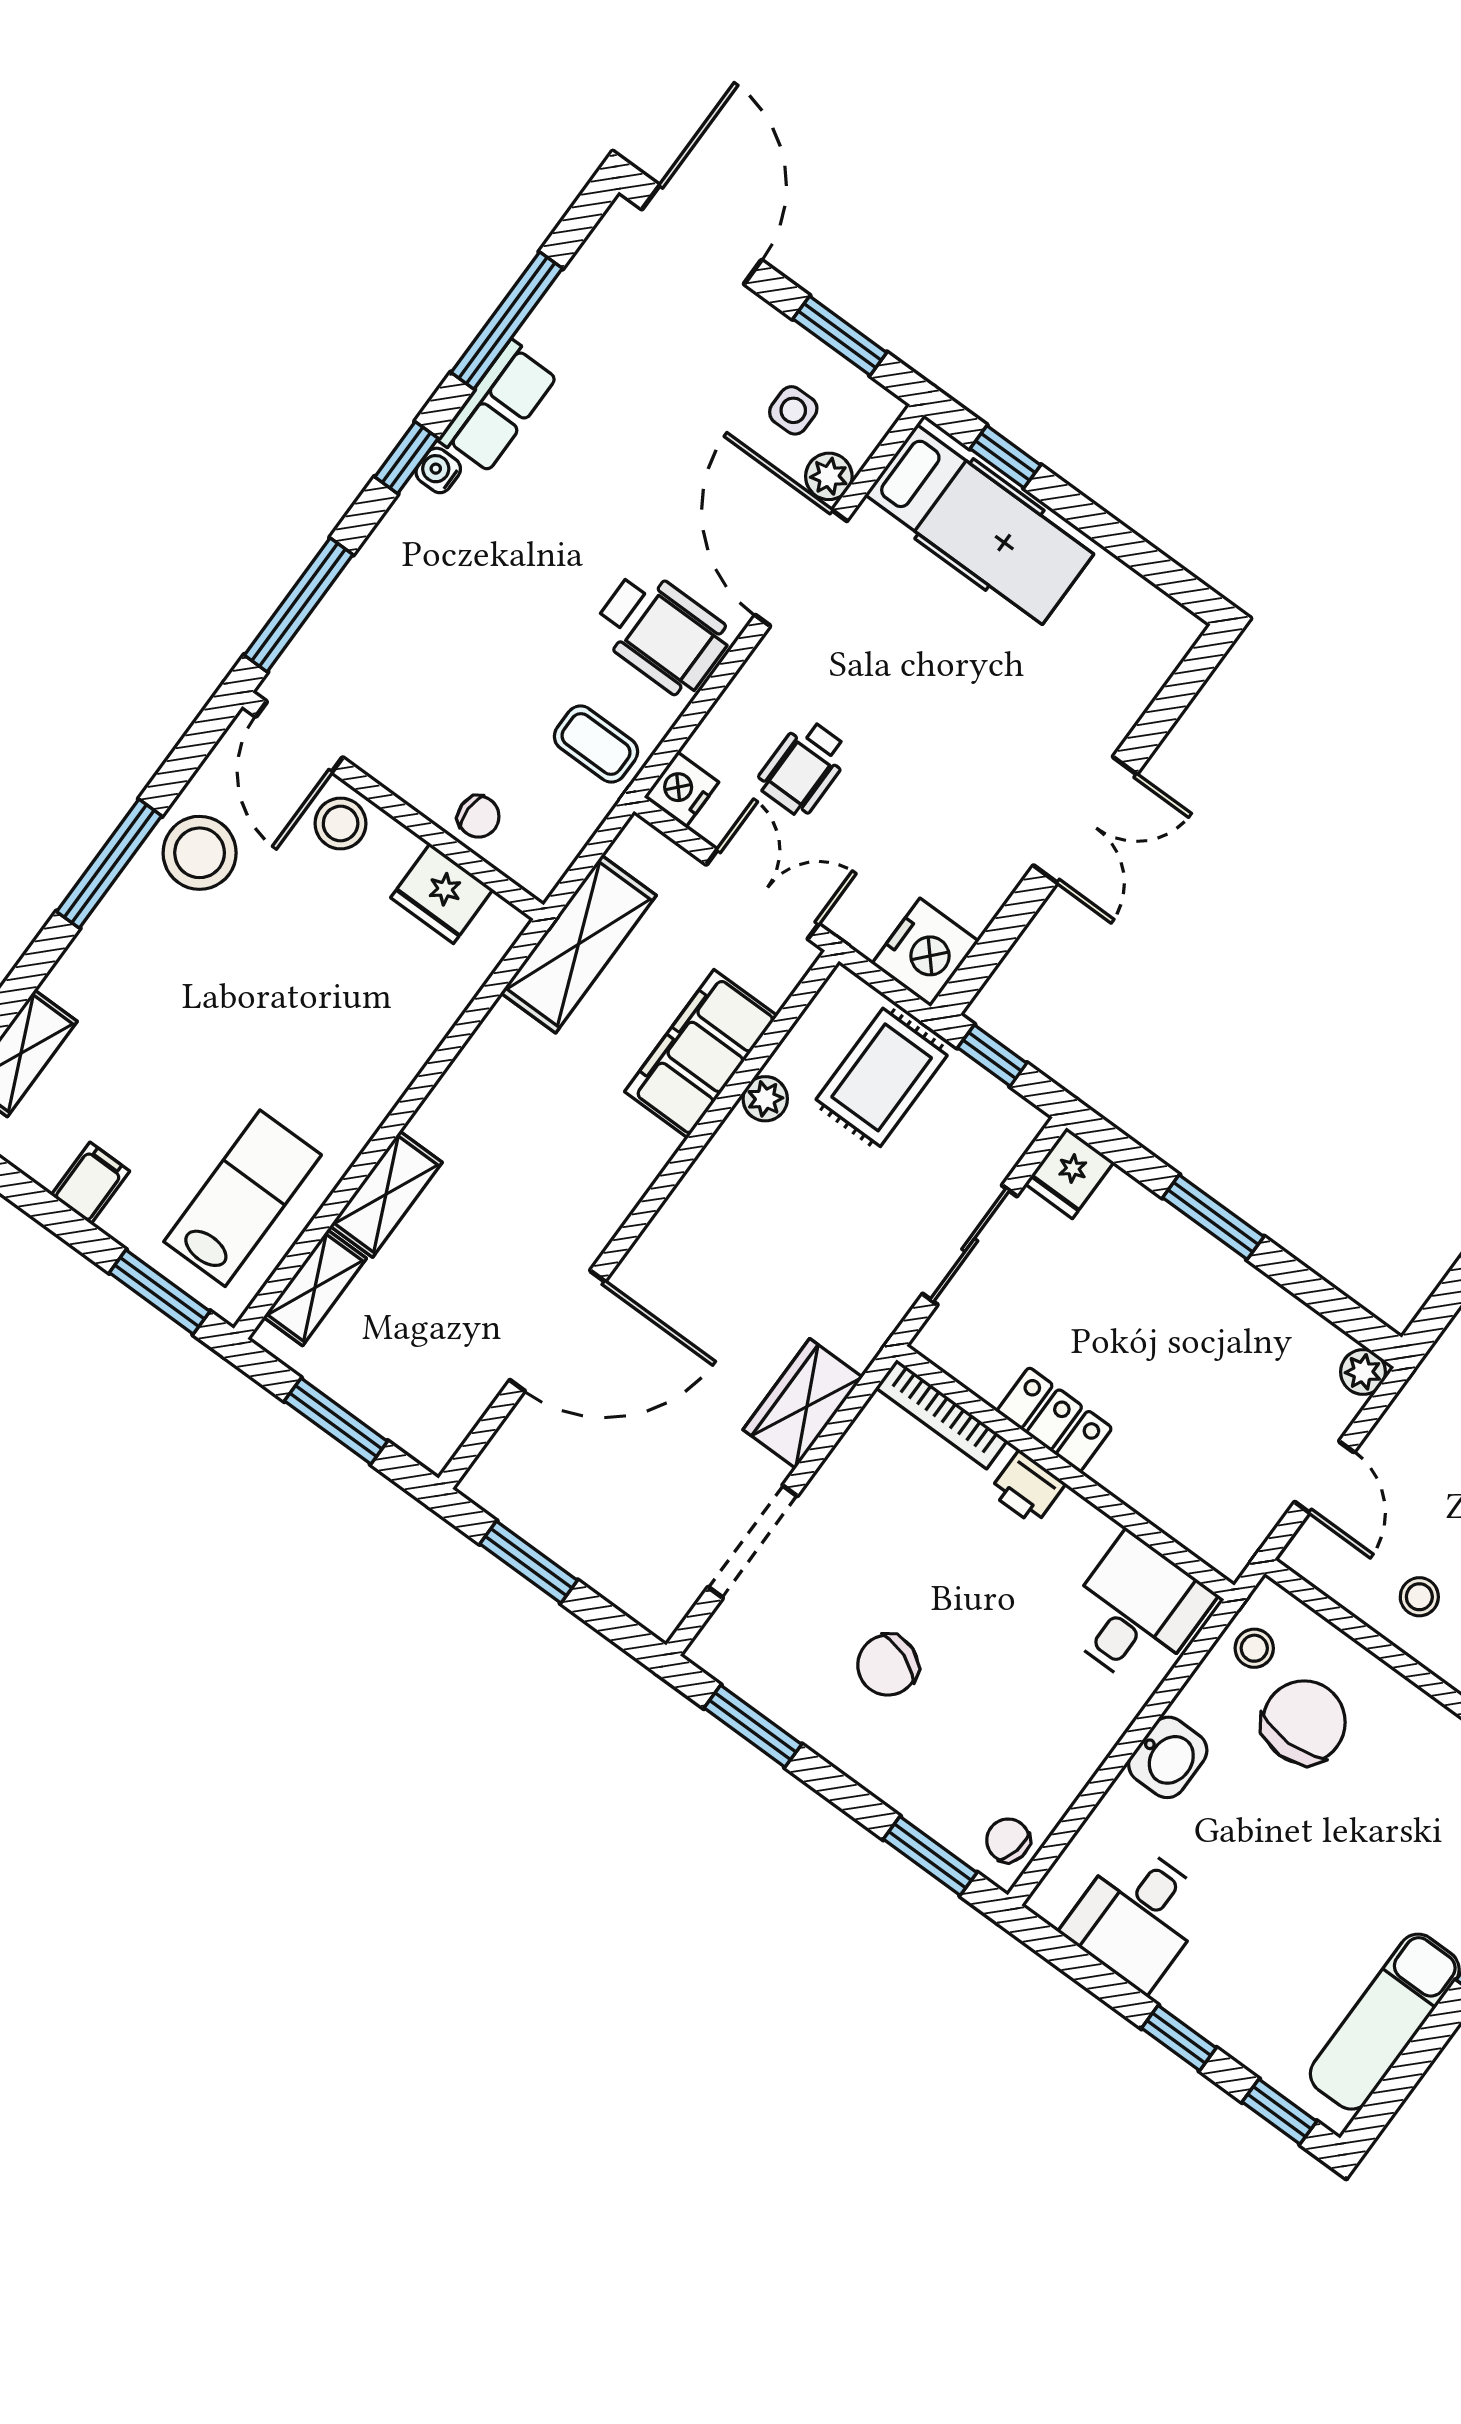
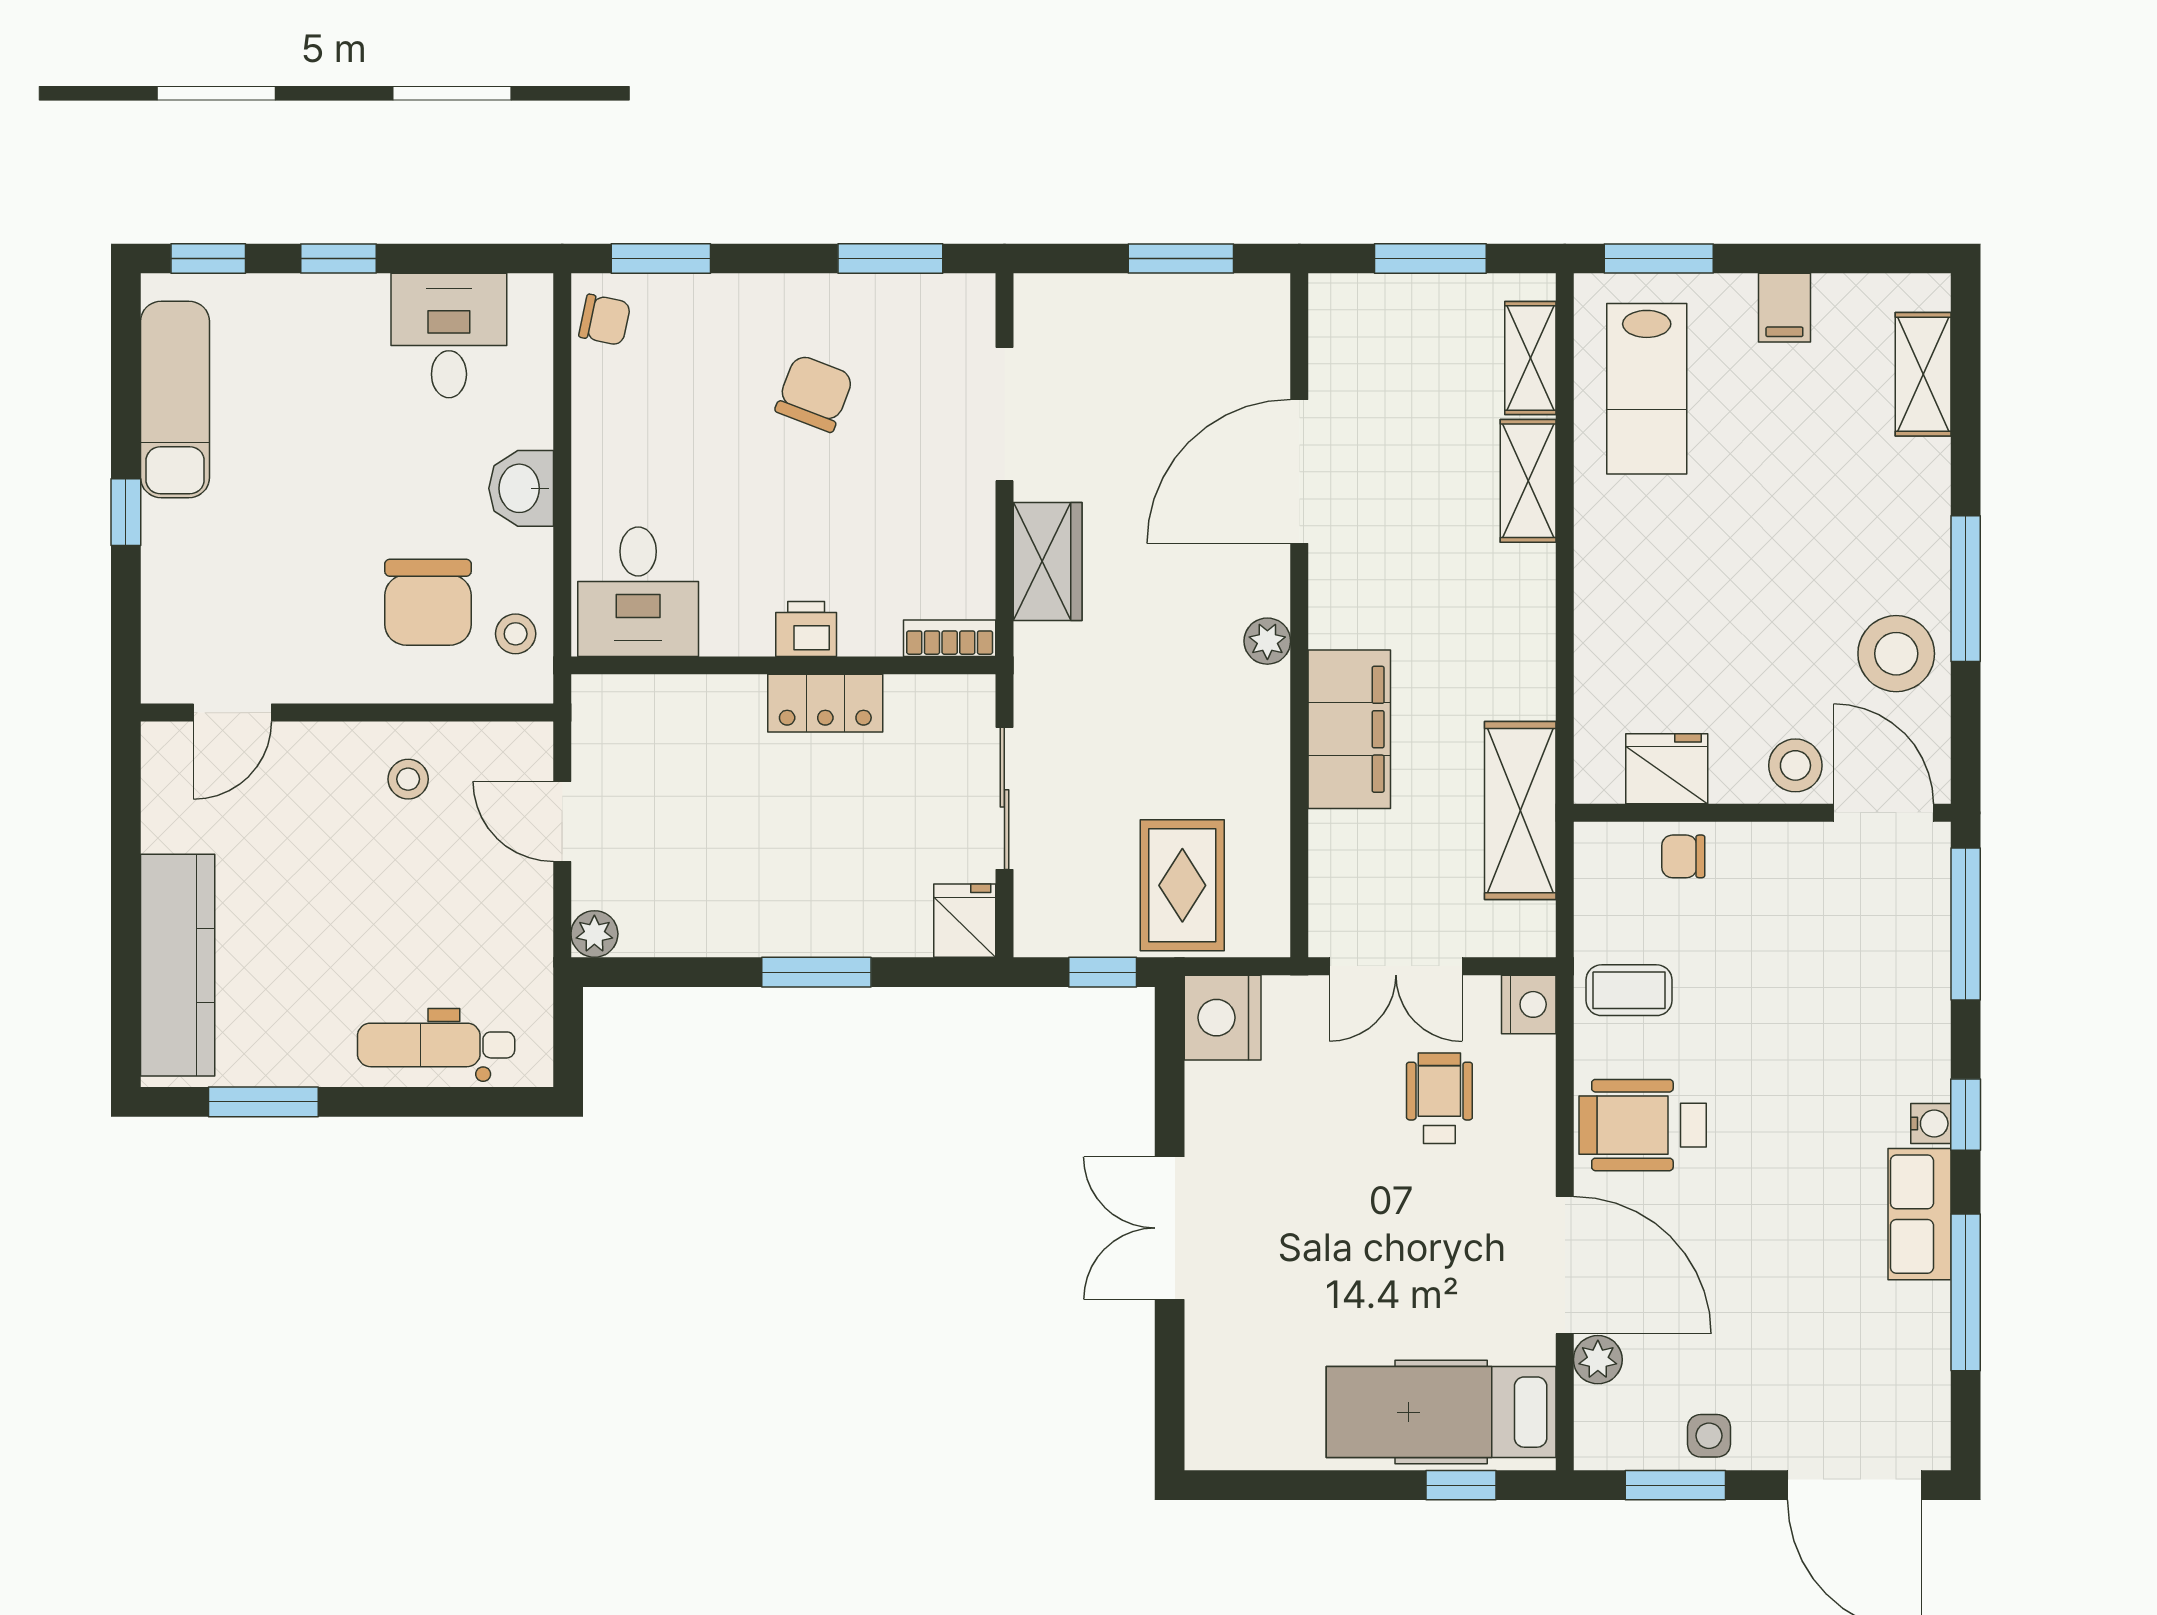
side table: (793, 410) -> (1709, 1436), moved
filing cabinet: (701, 1054) -> (1349, 729), moved
plant: (765, 1099) -> (1267, 641), moved
bookcase: (942, 1414) -> (950, 638), width x0.64

